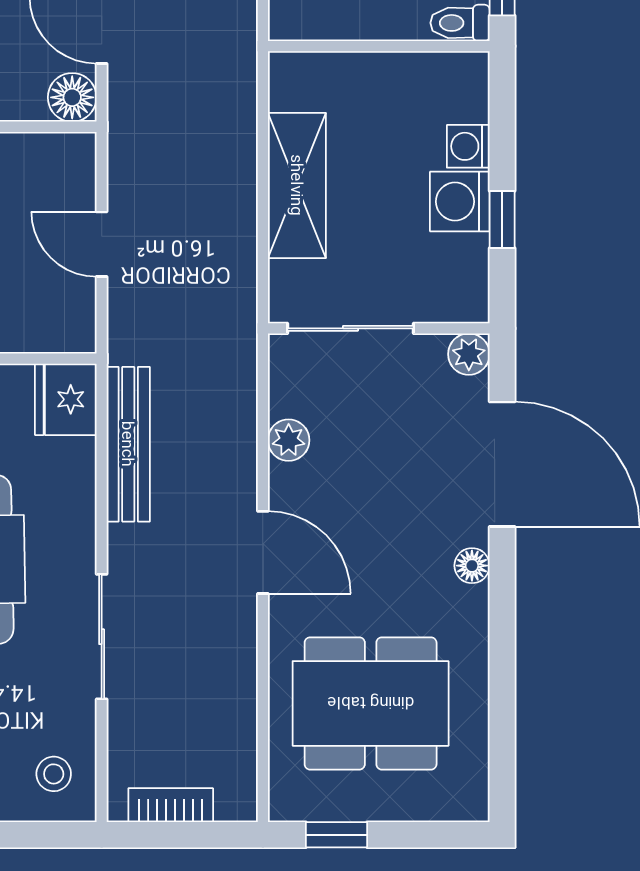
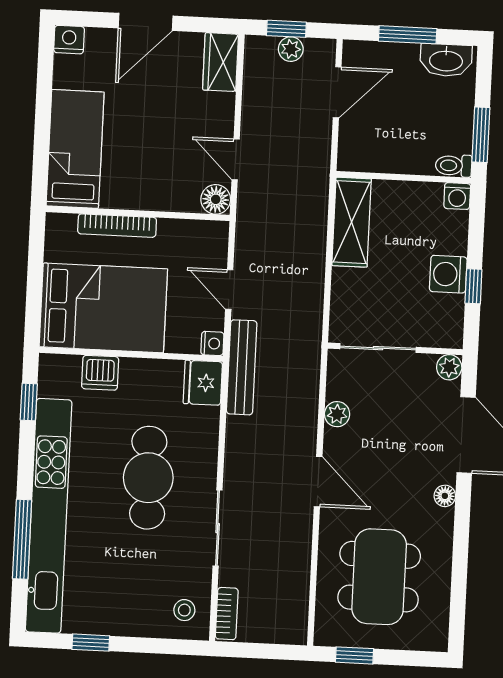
washing machine: (468, 146) -> (457, 196), moved, turned -90
shelving: (297, 185) -> (352, 222), moved
nightstand: (78, 334) -> (212, 343), added
bench: (128, 444) -> (242, 367), moved
dining table: (371, 703) -> (379, 577), turned 90
bookcase: (171, 805) -> (227, 614), moved, turned 90

